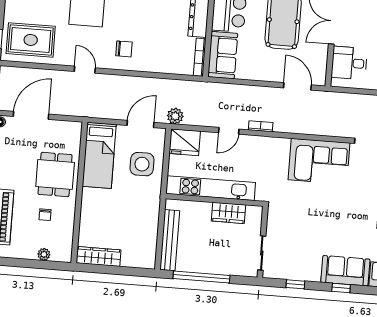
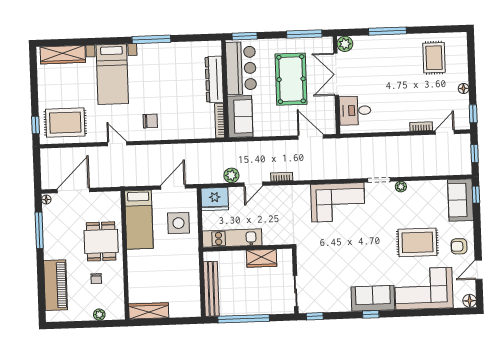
plant: (175, 116) -> (231, 175), moved
kitchen unit: (211, 188) -> (232, 238), width x0.73
window: (295, 284) -> (315, 316), moved

